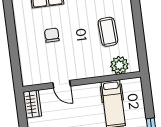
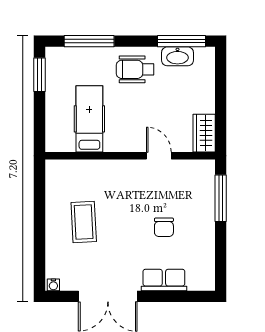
window: (15, 60) -> (221, 198), added
plant: (119, 65) -> (73, 172), removed

